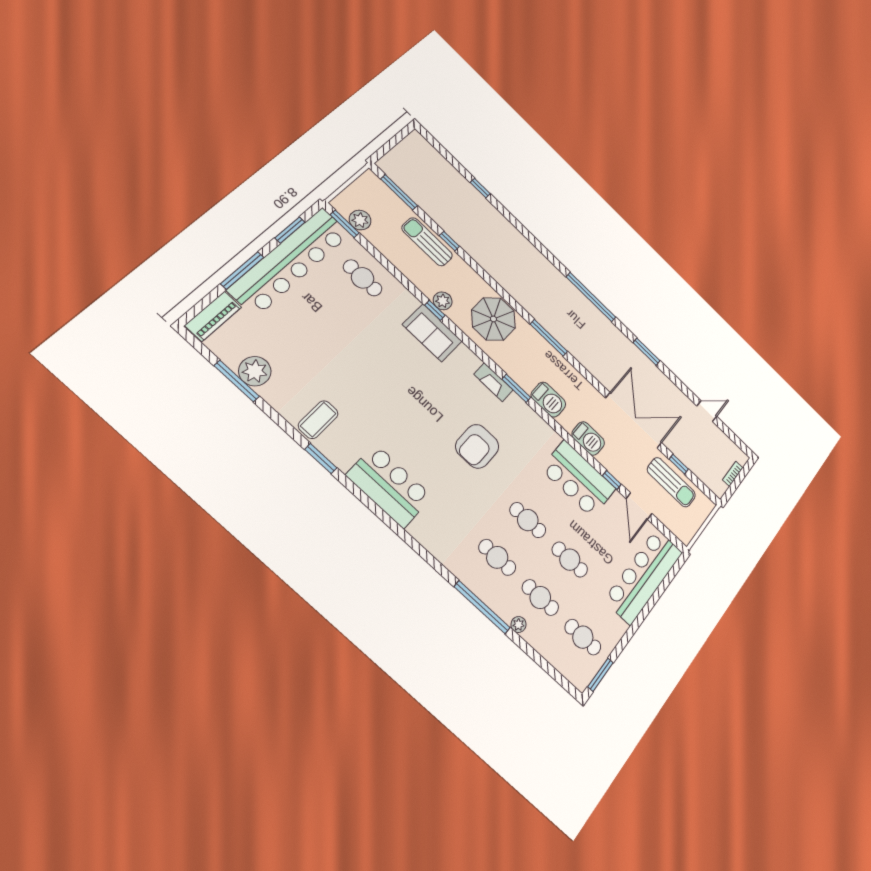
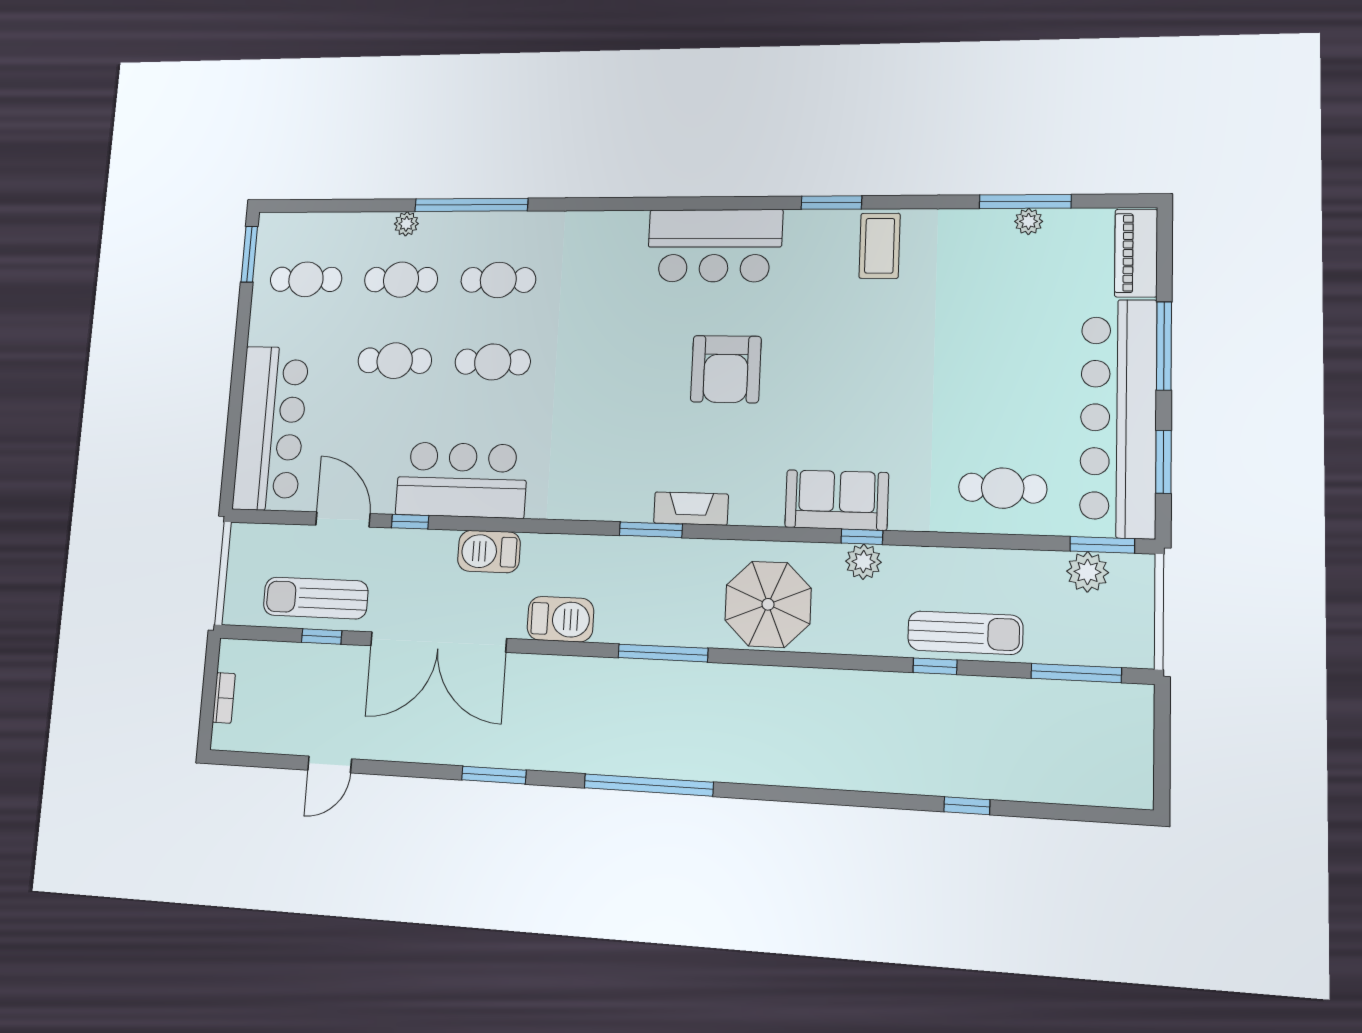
plant: (255, 371) -> (1029, 221), width x0.53, depth x0.53
barbecue: (548, 400) -> (560, 619), moved, turned 180
armchair: (477, 446) -> (726, 369), moved, turned 180

